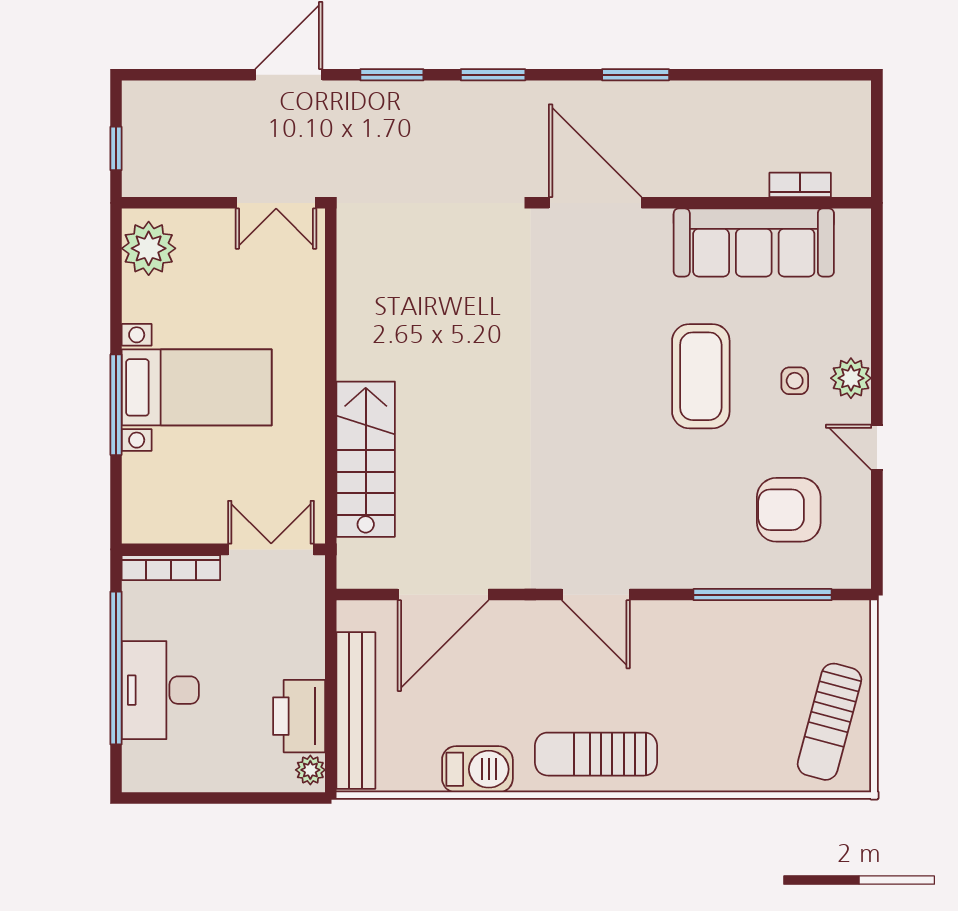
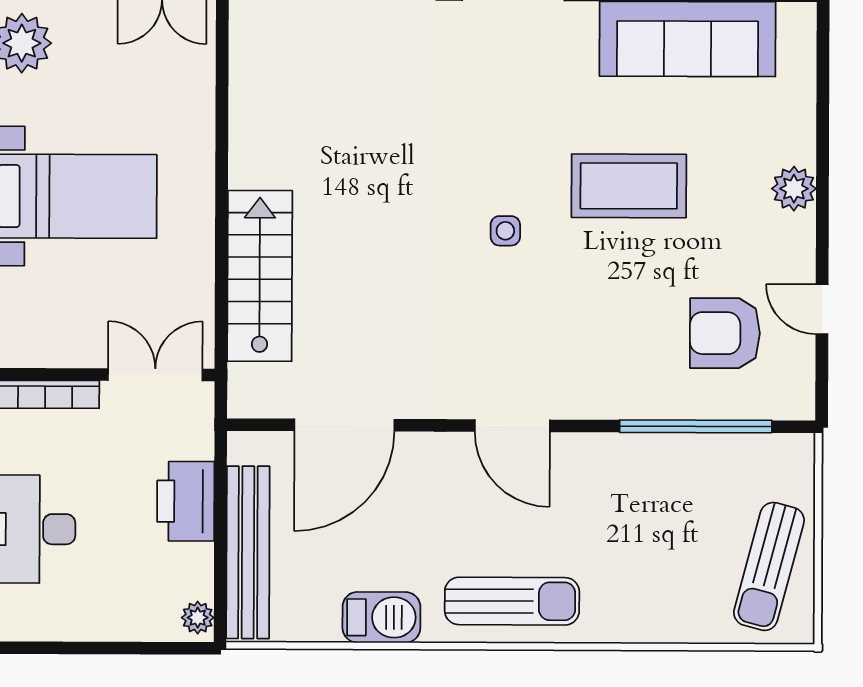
coffee table: (701, 376) -> (629, 186), turned 90
side table: (795, 381) -> (505, 231), moved
door: (877, 447) -> (822, 309), moved
printer: (299, 716) -> (186, 501), moved
sun lounger: (596, 754) -> (512, 601), turned 180

